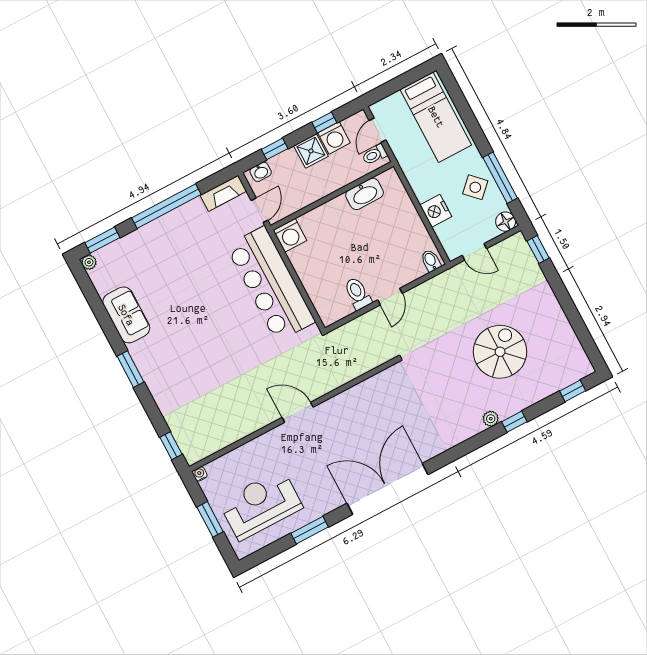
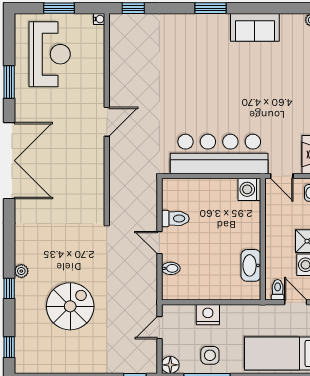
side table: (475, 187) -> (210, 355), turned 45
bidet: (431, 261) -> (171, 268), moved
spiral stairs: (500, 352) -> (70, 306), turned -90

